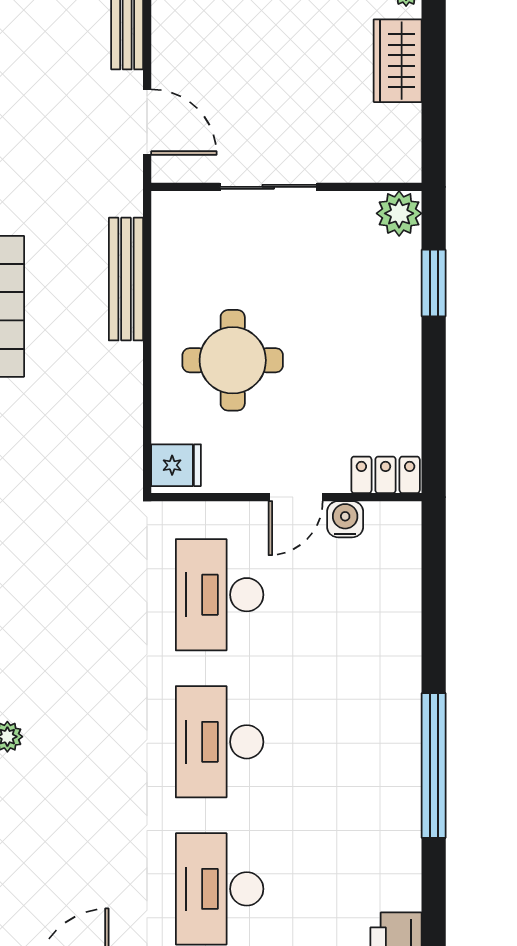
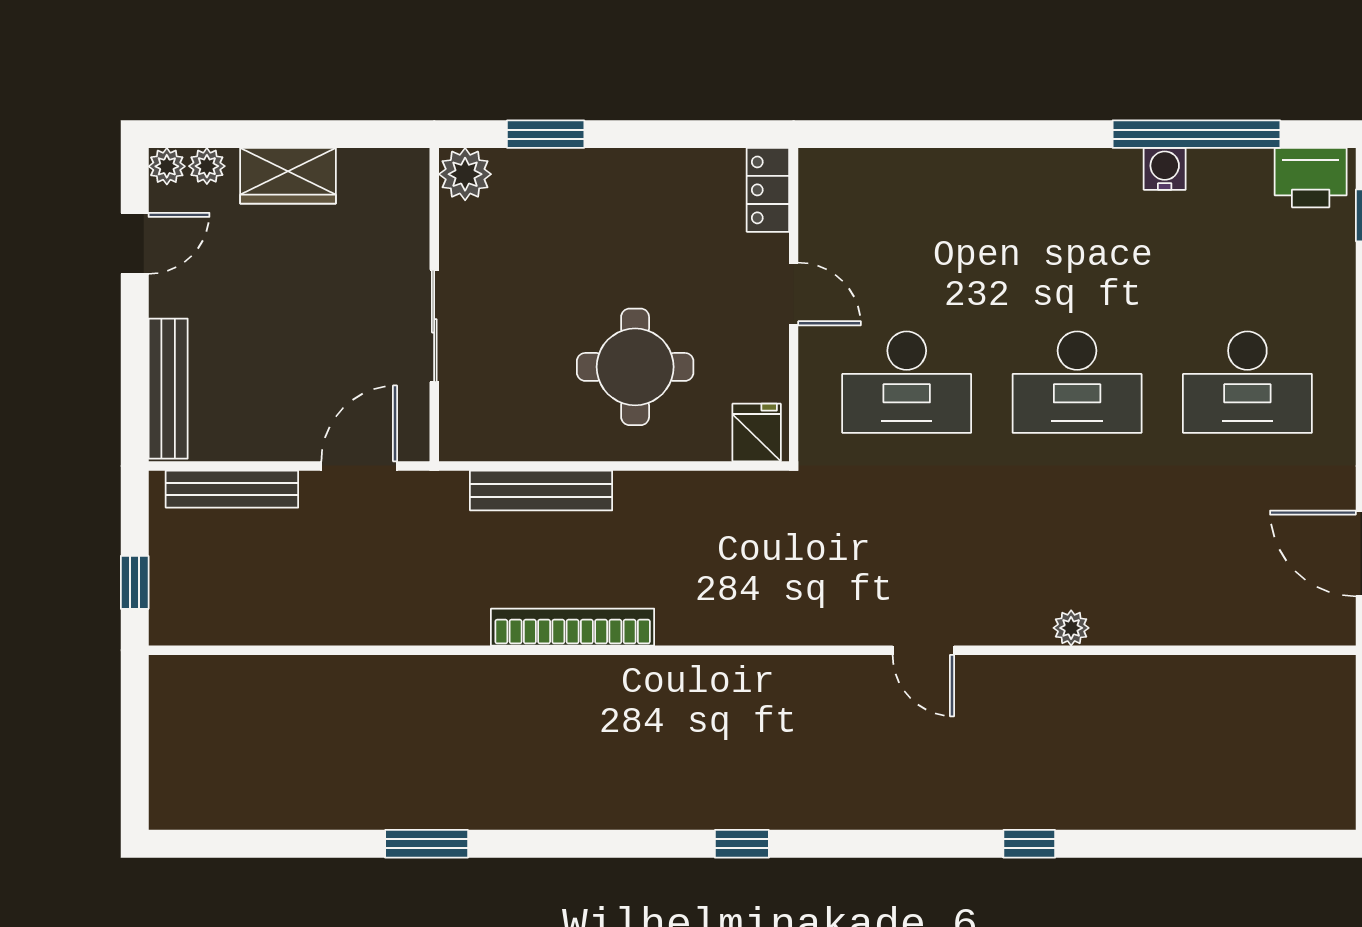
water cooler: (345, 519) -> (1165, 169), moved, turned 90
window: (434, 765) -> (1196, 134), moved

